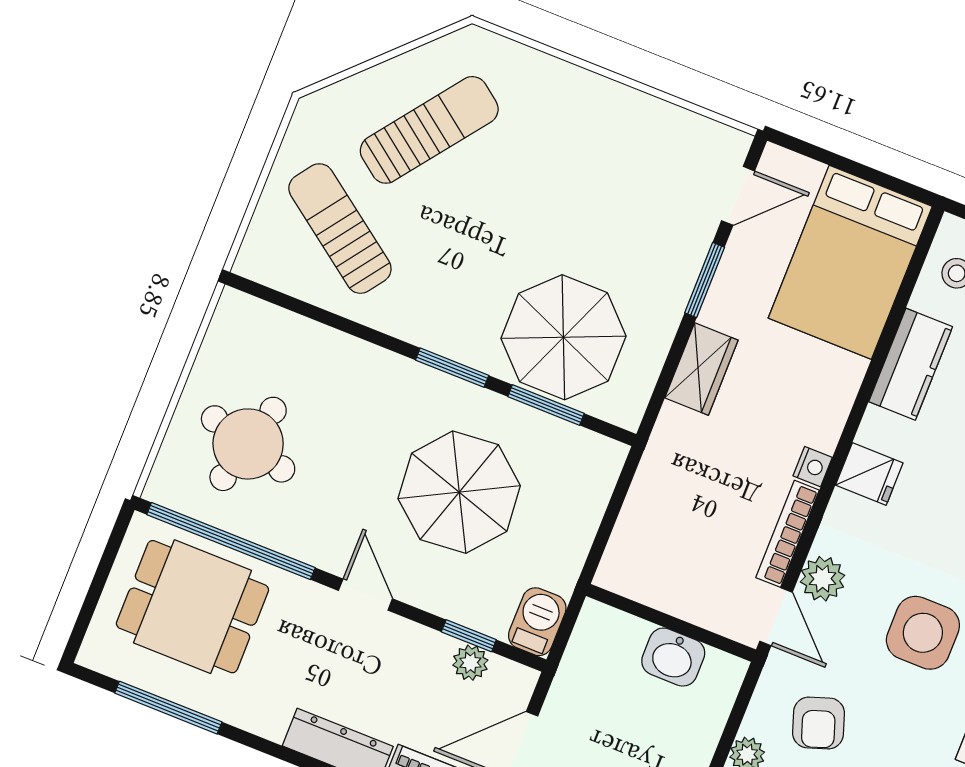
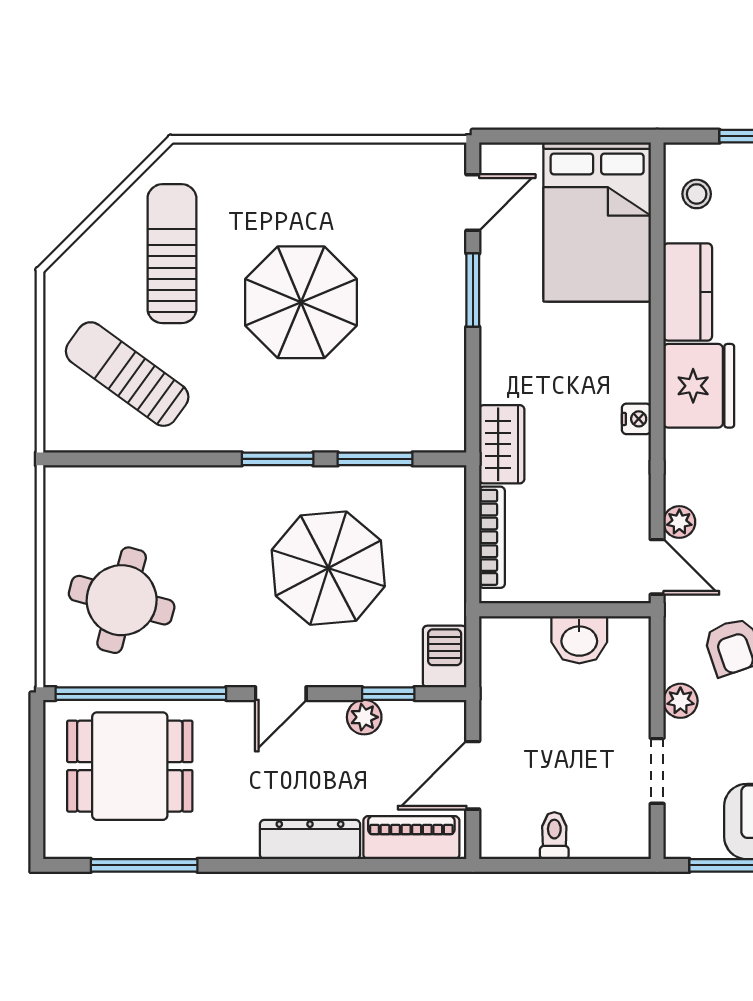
sun lounger: (429, 130) -> (172, 254), turned -37
parasol: (563, 337) -> (301, 302), moved
wardrobe: (701, 369) -> (502, 444), moved
fridge: (869, 474) -> (699, 386), width x1.88, depth x1.34
bookcase: (788, 534) -> (492, 537), moved, turned 180
plant: (823, 579) -> (679, 522), width x0.73, depth x0.73
door: (365, 595) -> (281, 694), swing flipped
plant: (470, 663) -> (364, 717), moved

